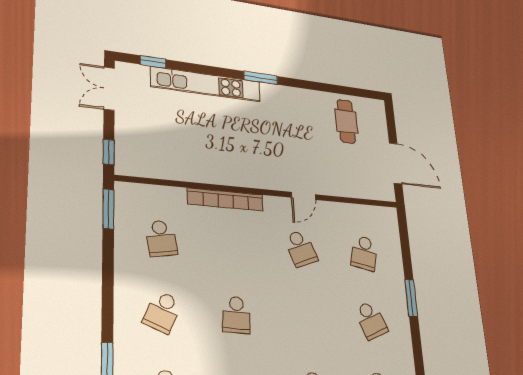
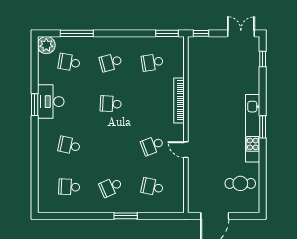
kitchen unit: (206, 84) -> (253, 128), moved
school desk: (162, 312) -> (111, 62), turned -39

